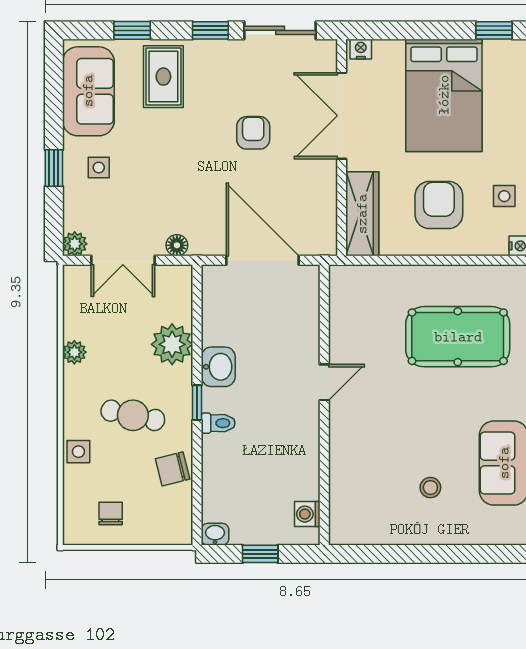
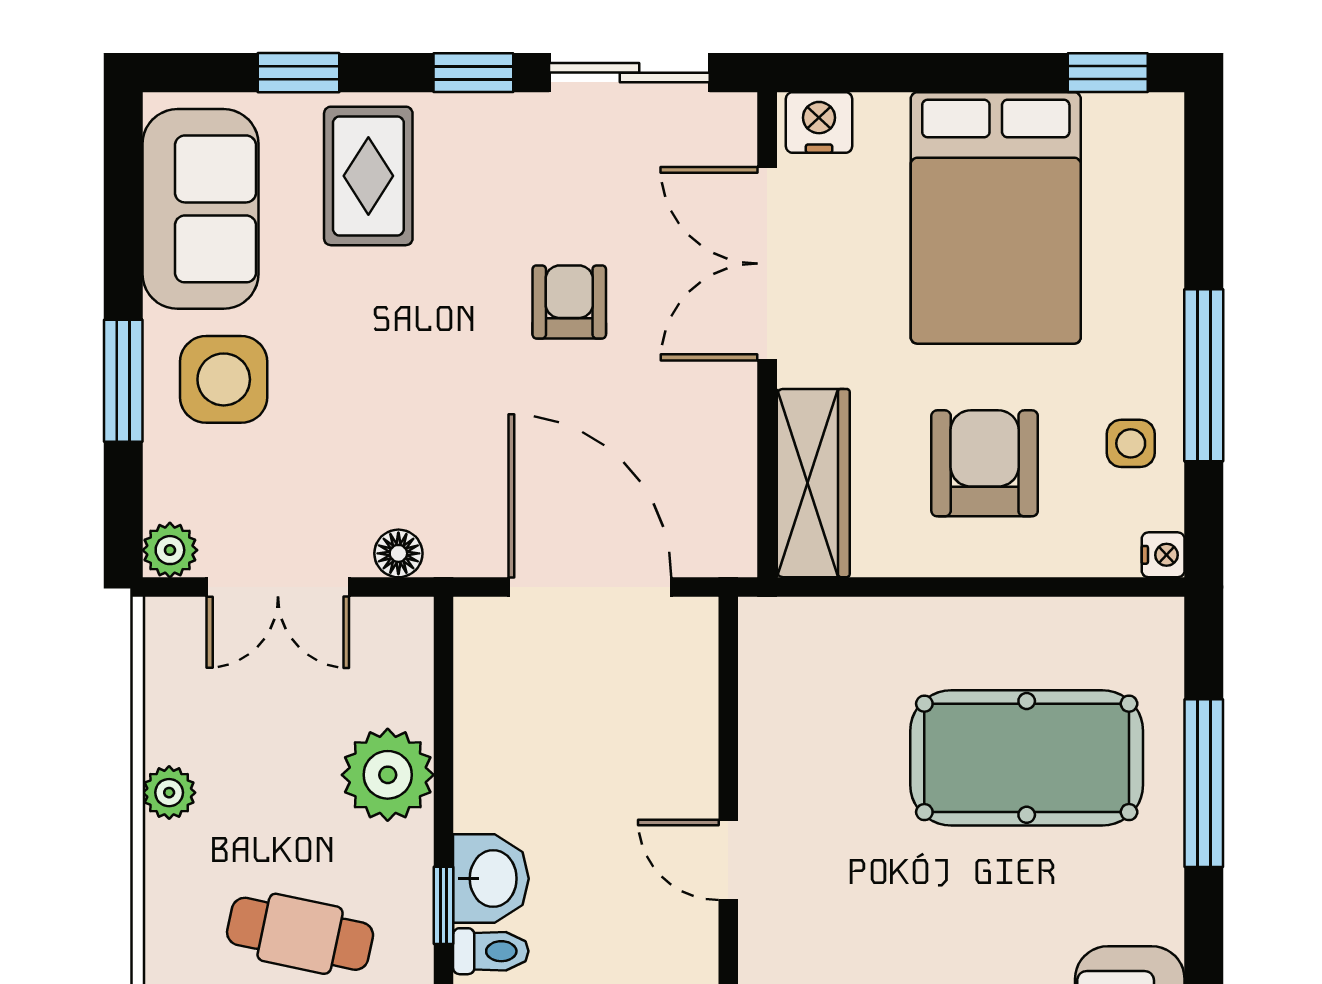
nightstand: (361, 49) -> (819, 122), width x1.39, depth x1.35
side table: (99, 167) -> (224, 379), width x1.87, depth x1.87
window: (54, 168) -> (123, 381), width x1.50
washbasin: (218, 367) -> (491, 879), moved
door: (324, 382) -> (728, 860), swing flipped

